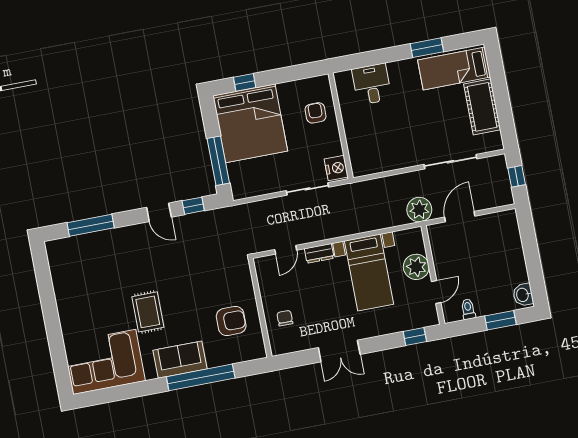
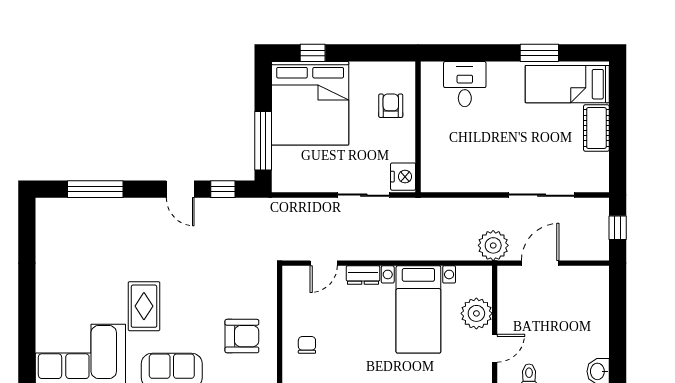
cot: (482, 107) -> (596, 128), width x0.73, depth x0.75

